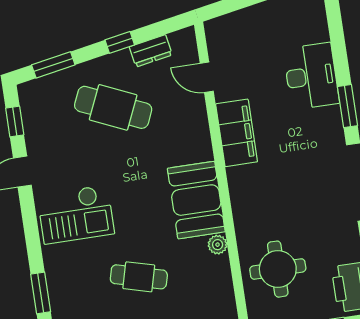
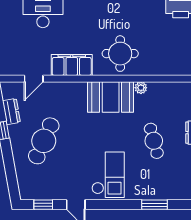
window: (53, 65) -> (11, 175), removed
round table: (278, 269) -> (120, 54), moved
cafe table: (139, 277) -> (154, 141), turned -30

